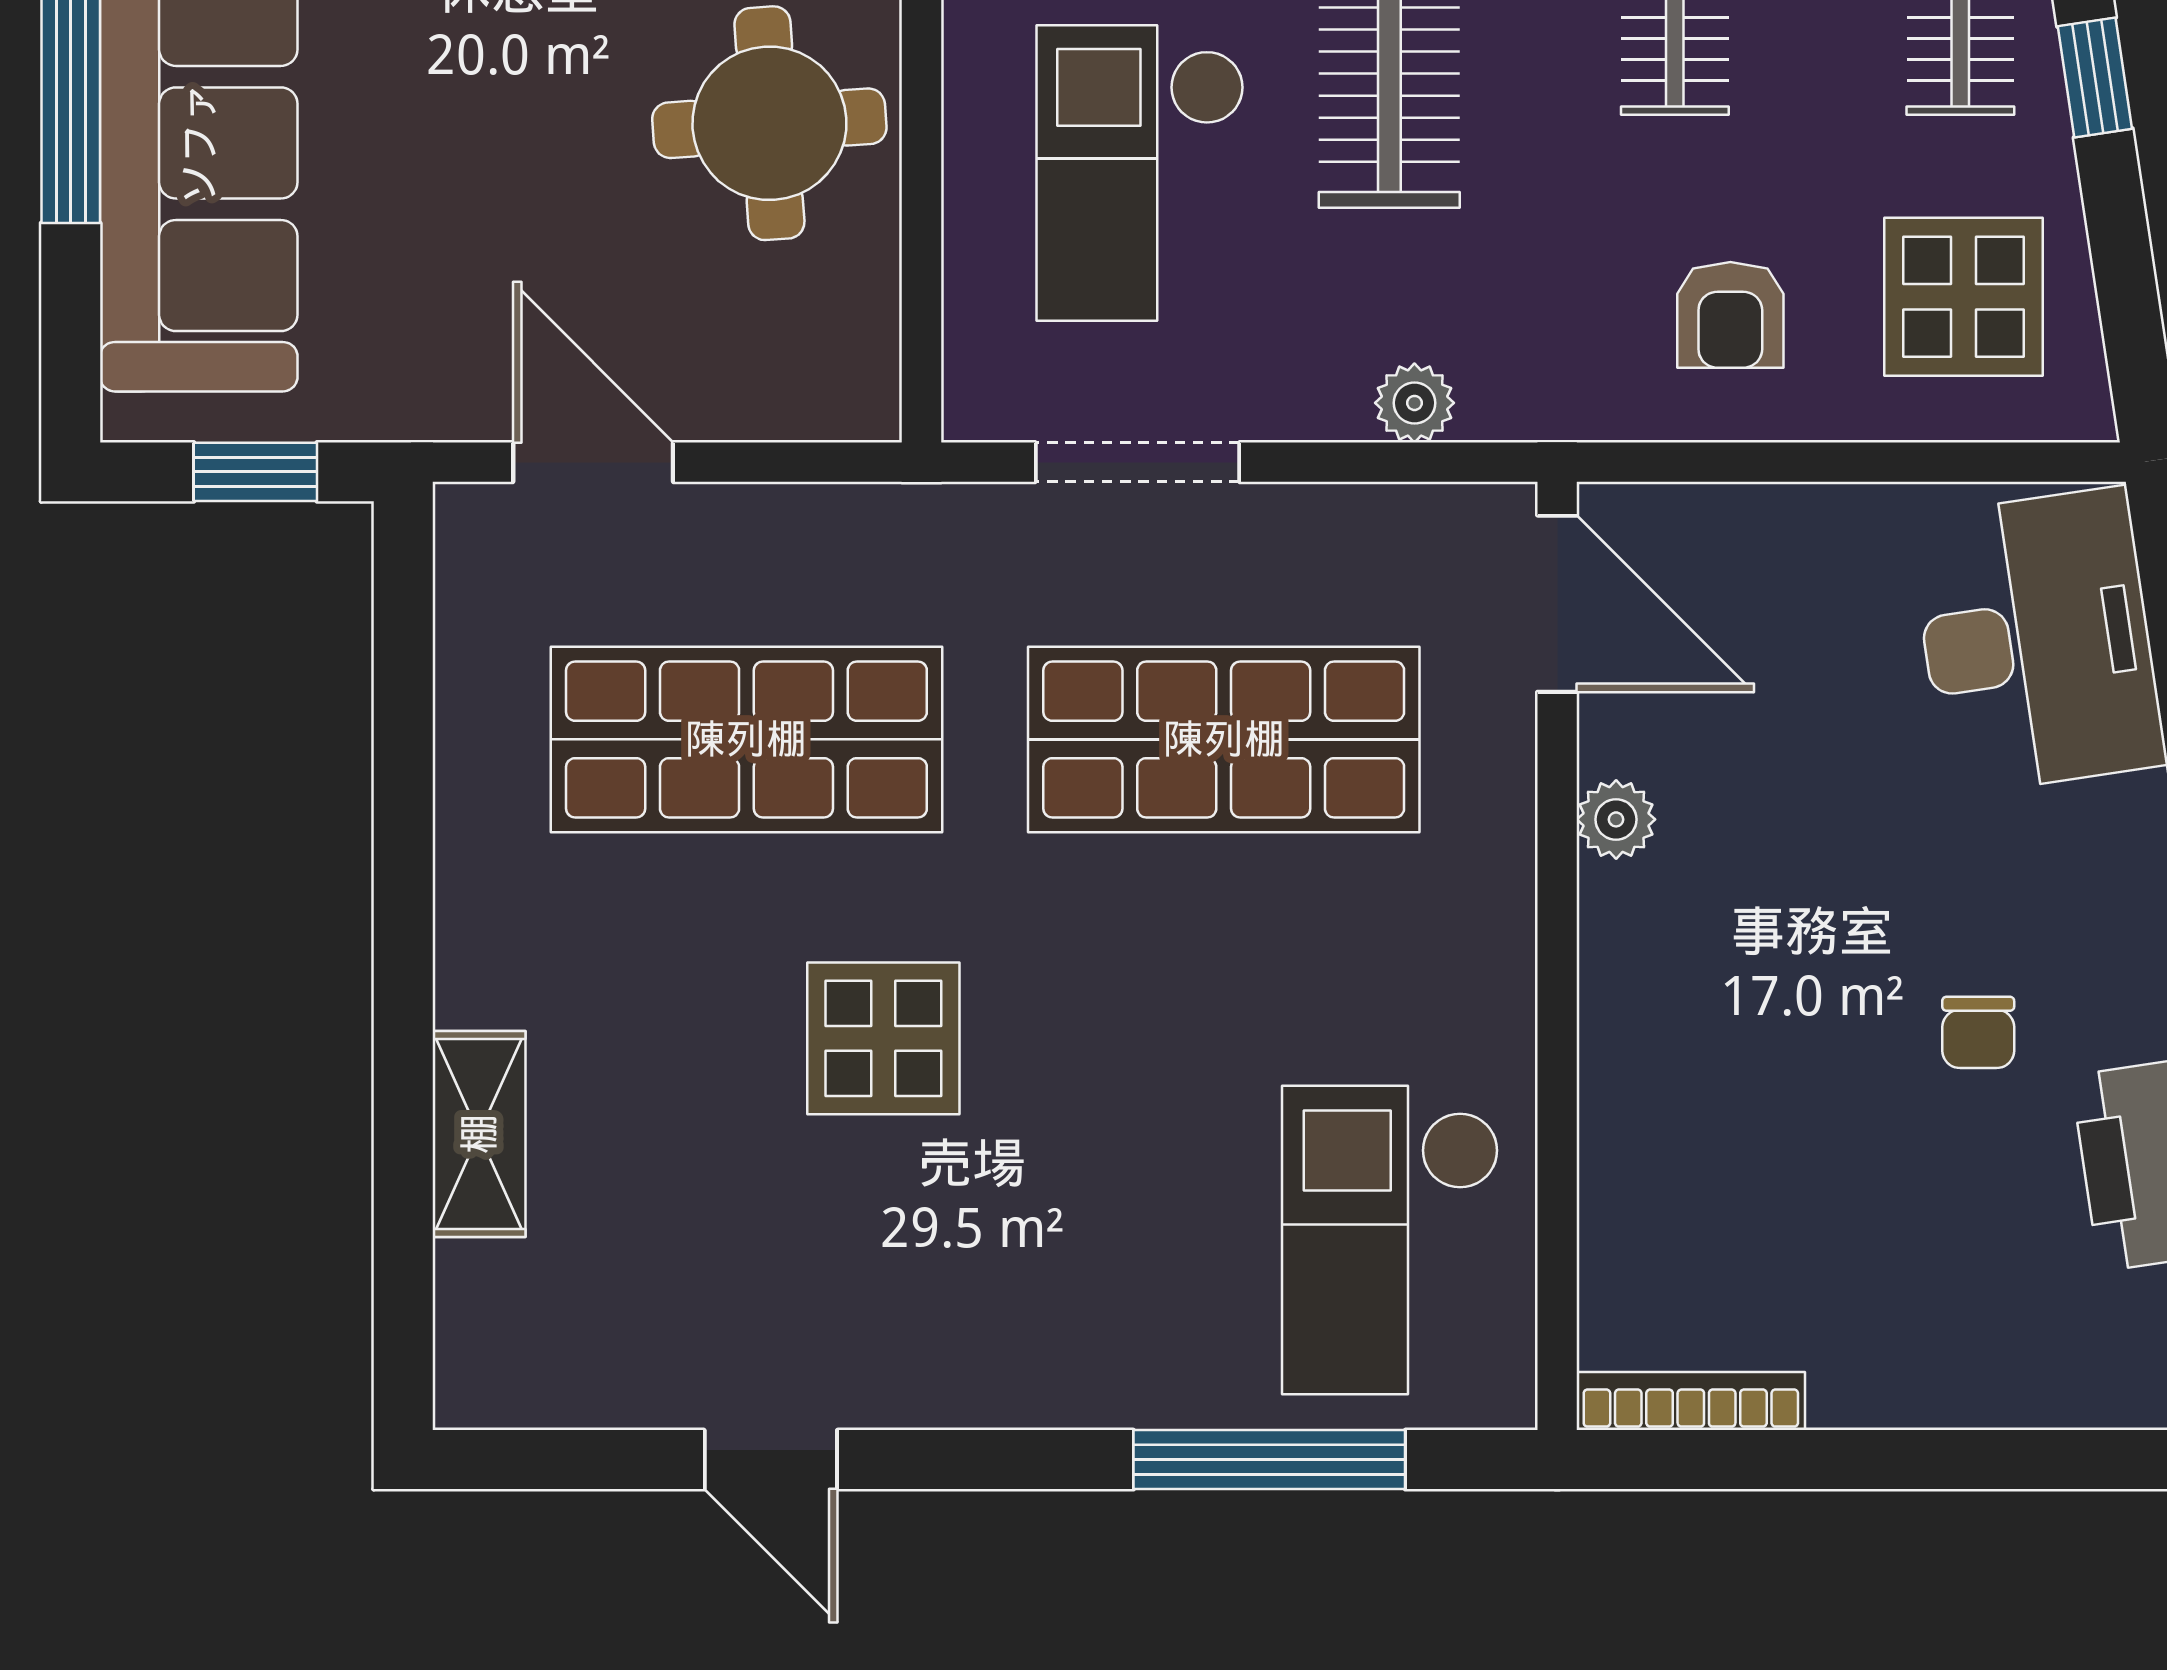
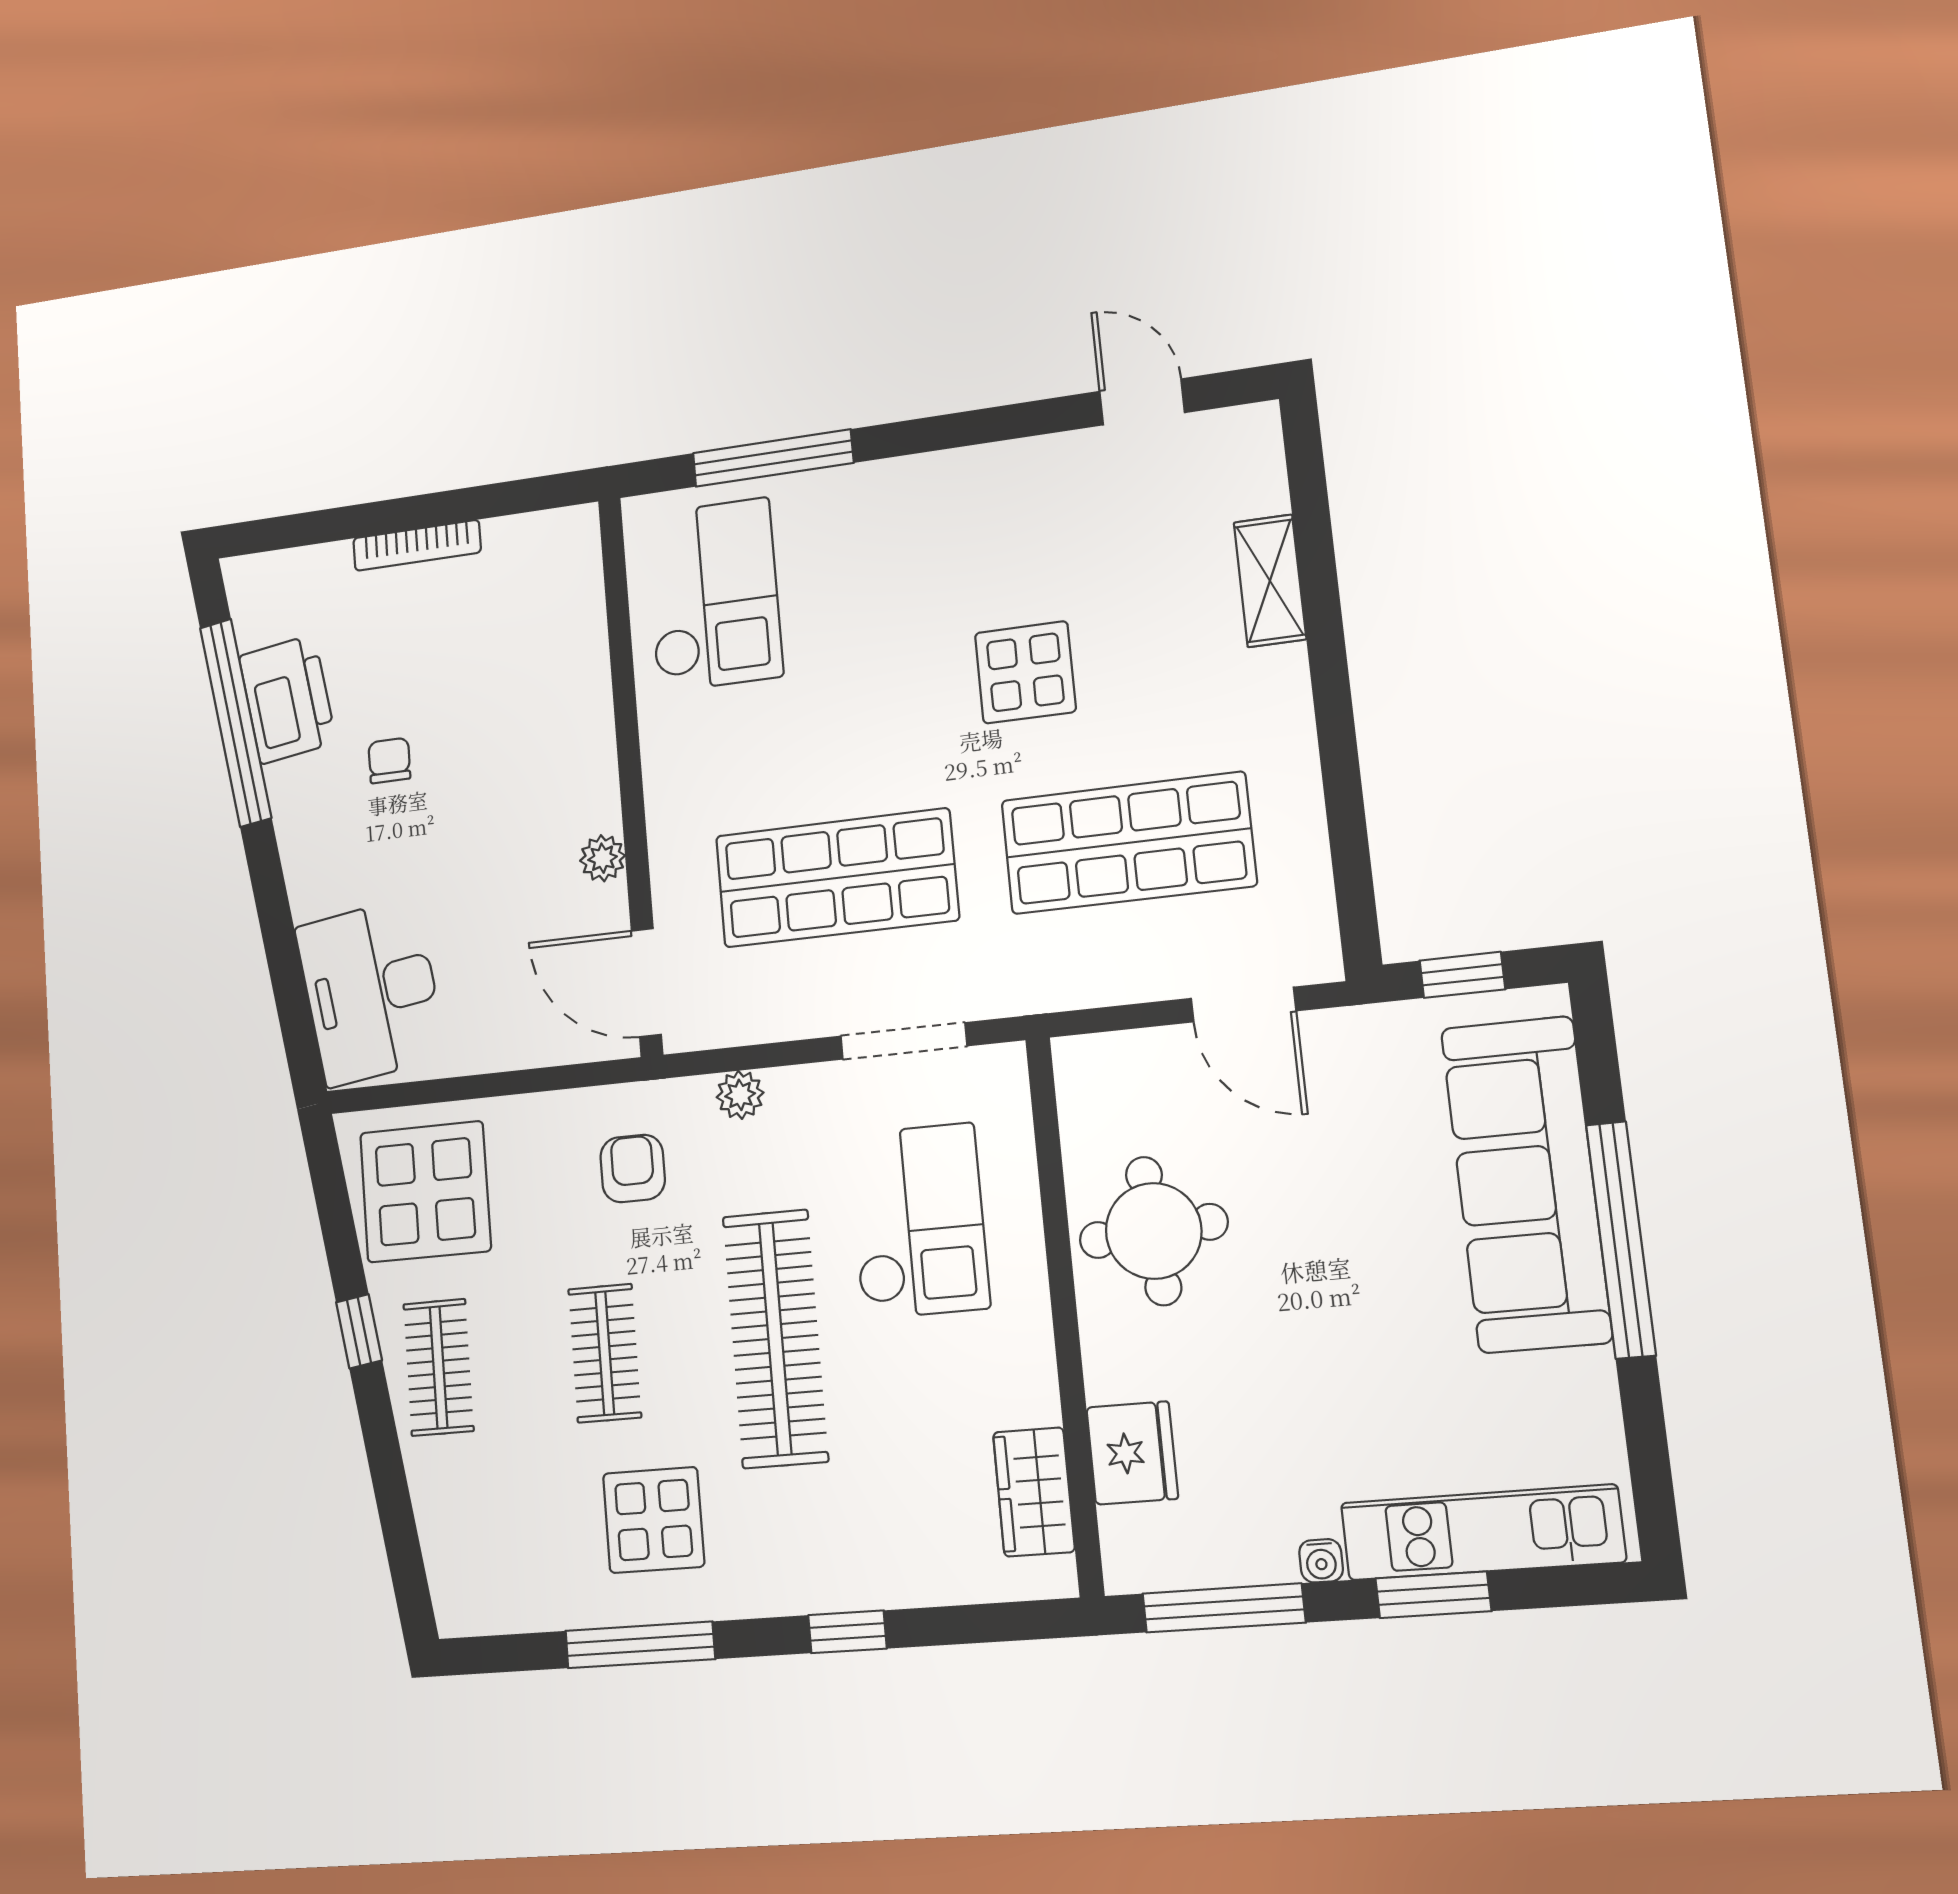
display table: (1964, 297) -> (425, 1192), width x1.36, depth x1.36
armchair: (1730, 315) -> (633, 1168), moved
bookcase: (1691, 1401) -> (417, 545), moved
door: (771, 1460) -> (1142, 402), moved

